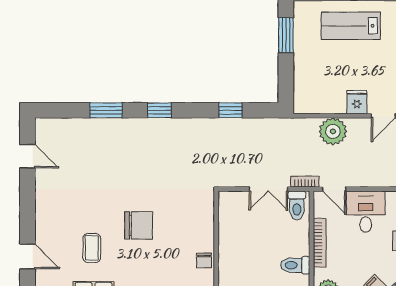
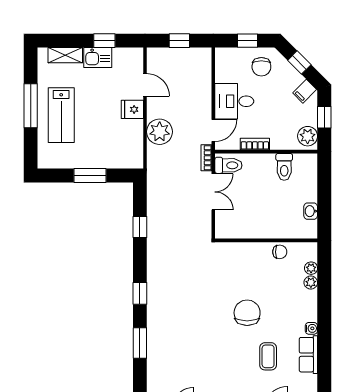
window: (286, 35) -> (90, 176), moved
bookcase: (320, 243) -> (255, 144), width x0.64
coffee table: (92, 248) -> (268, 356), turned 90

